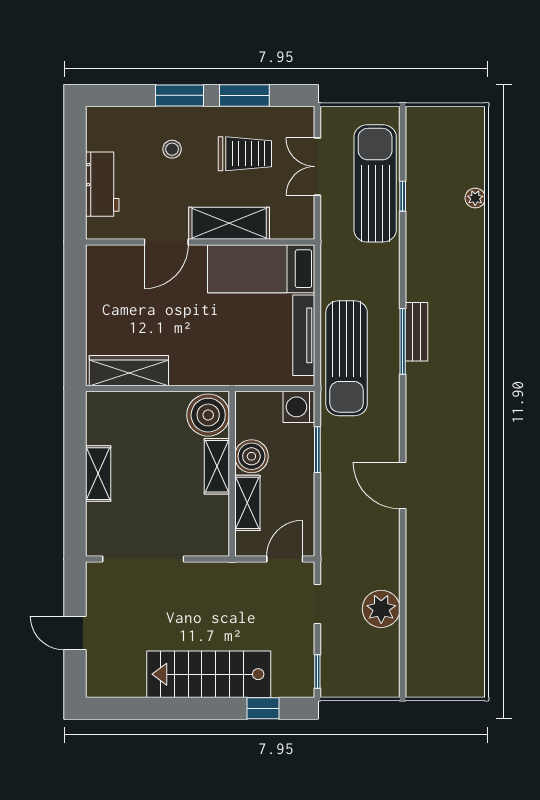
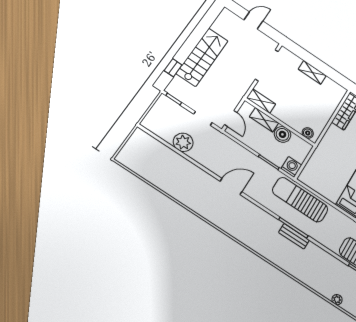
tv unit: (304, 335) -> (320, 189), removed
boiler: (208, 415) -> (308, 133), width x0.54, depth x0.54
shelving: (217, 466) -> (261, 101), moved

